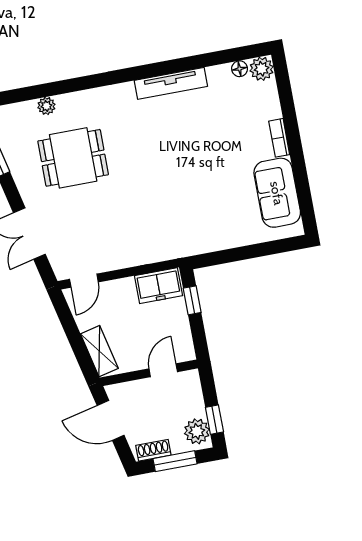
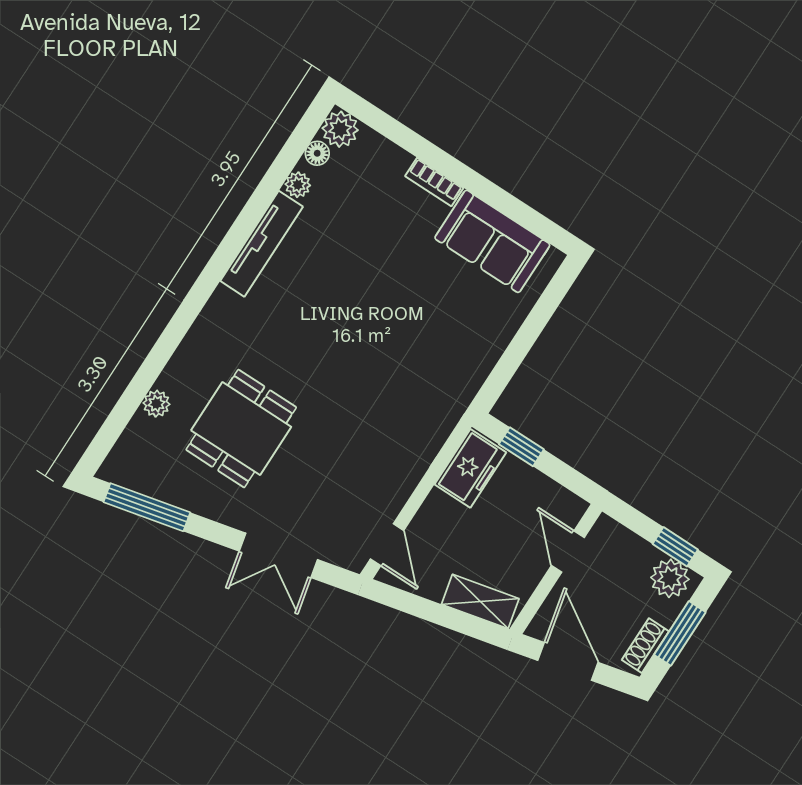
plant: (216, 74) -> (298, 185), added
door: (111, 420) -> (568, 661), swing flipped

